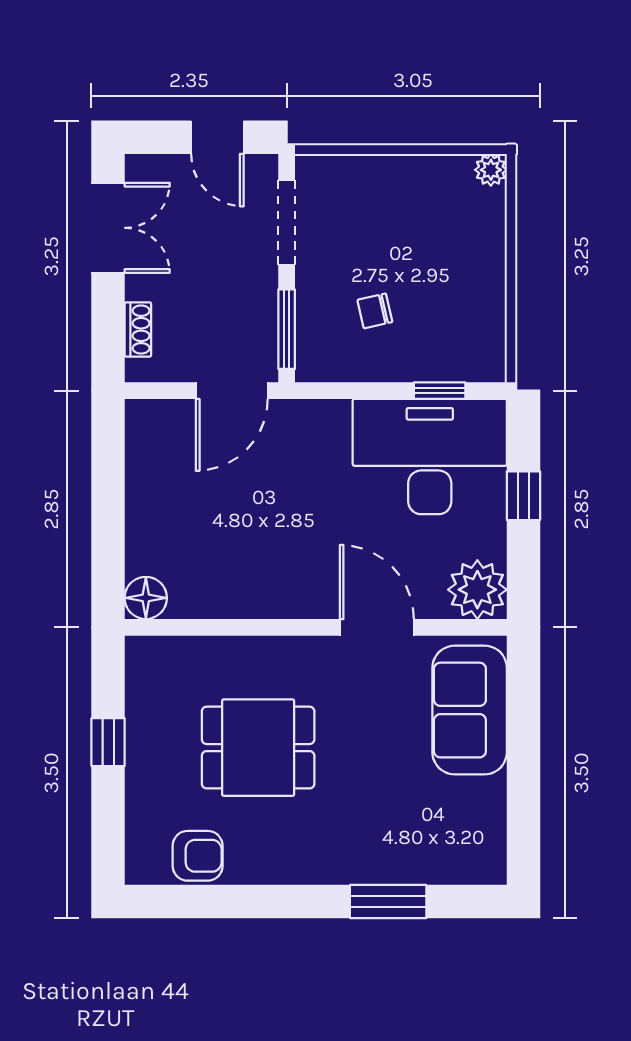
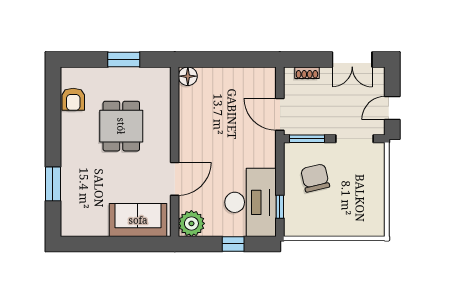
plant: (491, 170) -> (378, 229), removed
chair: (375, 311) -> (315, 178), width x1.87, depth x1.87
window: (108, 742) -> (124, 59), width x1.50

